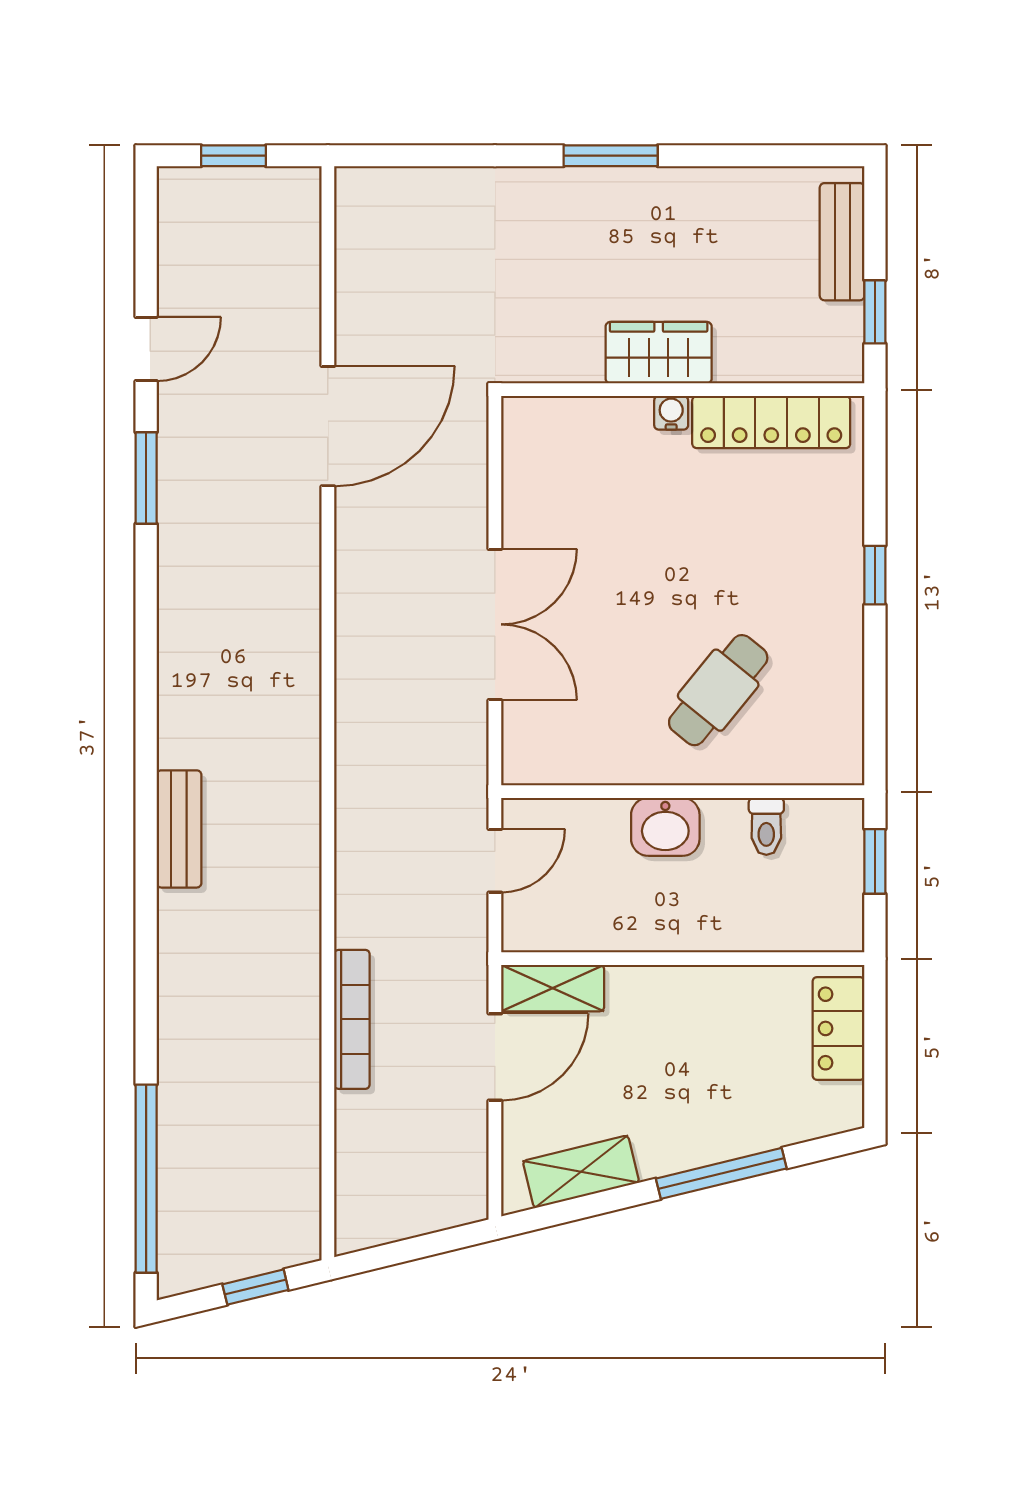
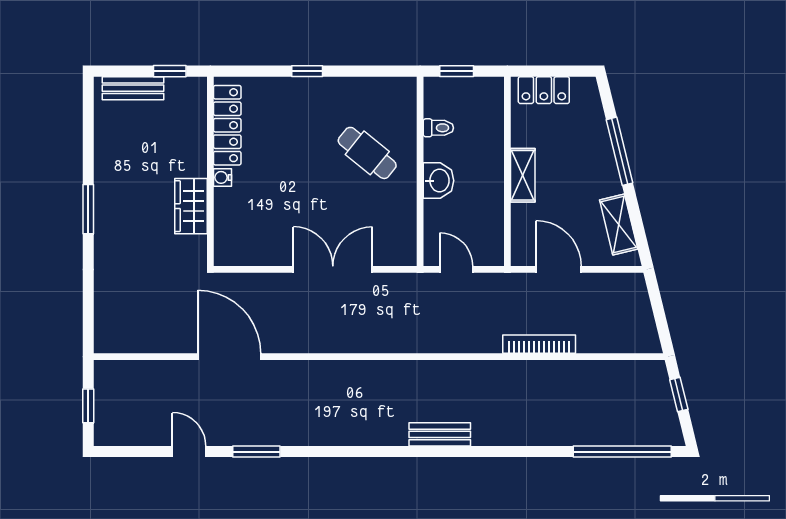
wardrobe: (659, 353) -> (191, 206), moved
shelving: (553, 988) -> (523, 175), moved

